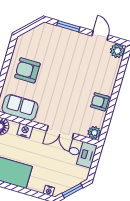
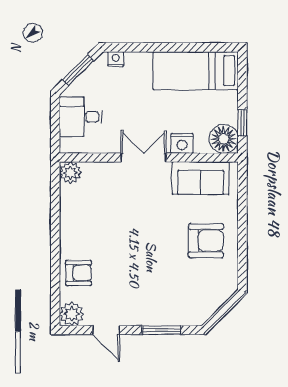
armchair: (100, 102) -> (79, 273), moved
double door: (60, 132) -> (143, 158), moved
desk: (82, 153) -> (81, 117), moved

